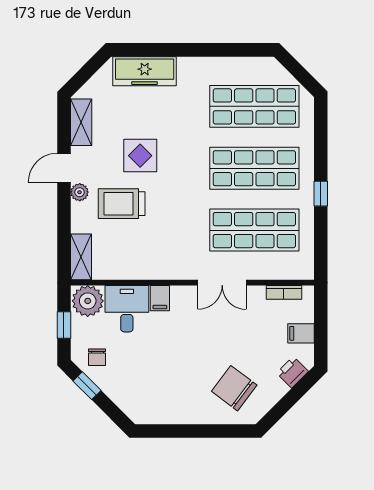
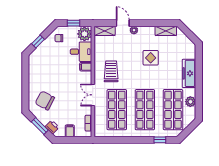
plant: (237, 68) -> (190, 102), added
freezer: (145, 71) -> (189, 73), moved
door: (64, 168) -> (123, 23), moved
window: (321, 194) -> (160, 140), moved
trolley: (122, 204) -> (111, 71), moved
window: (87, 386) -> (38, 42), moved
chair: (234, 388) -> (45, 101), turned -99
window: (290, 399) -> (40, 126), added

